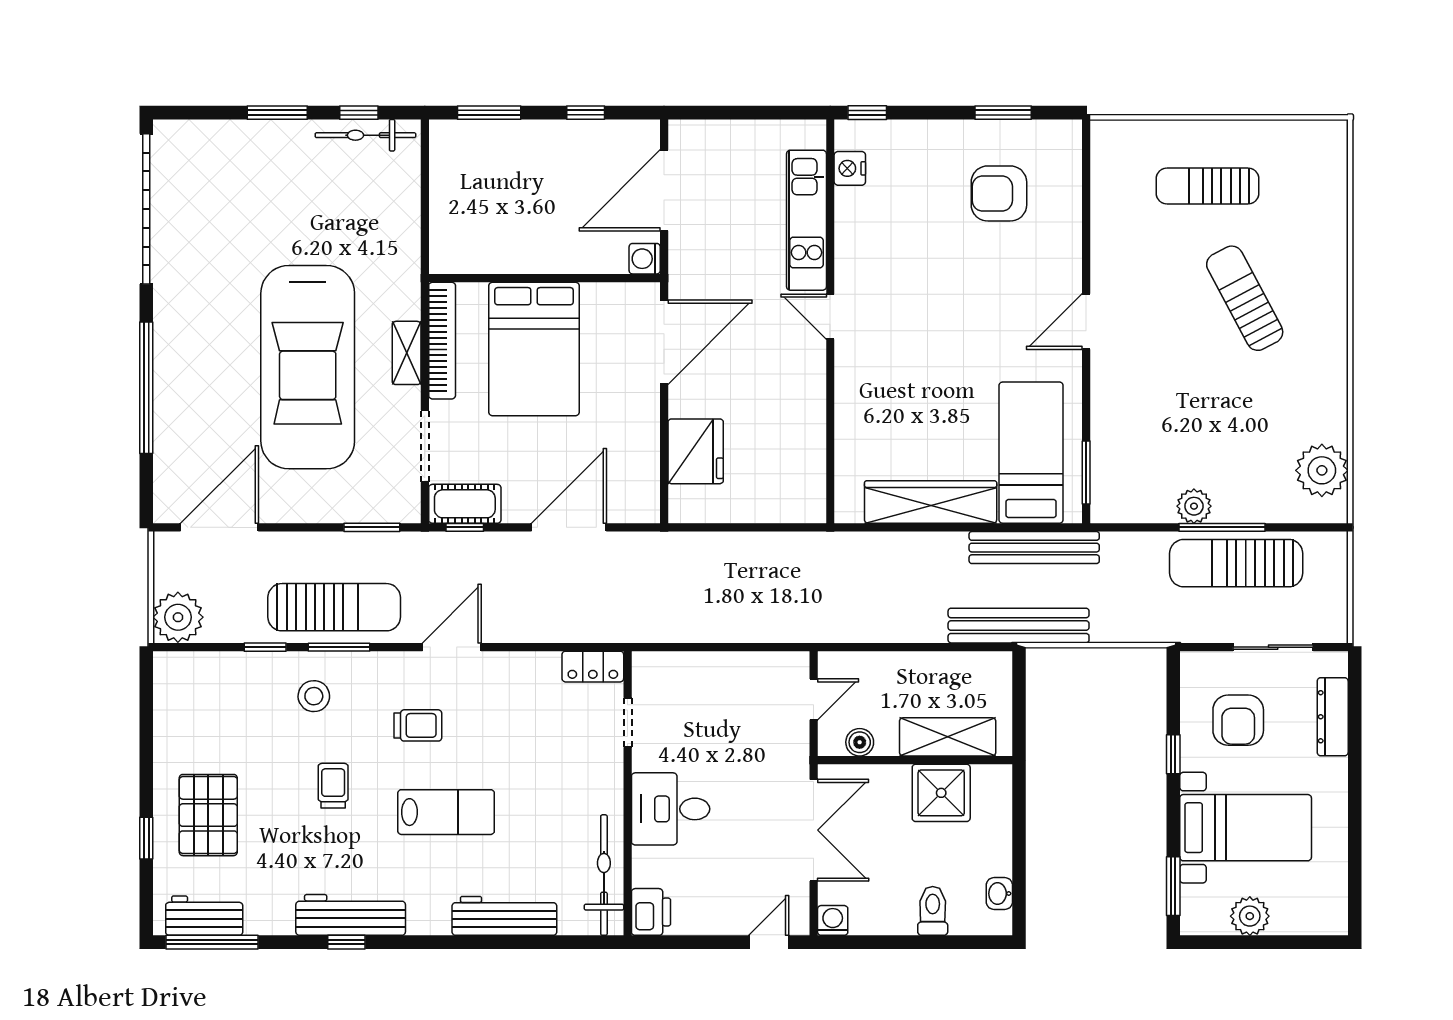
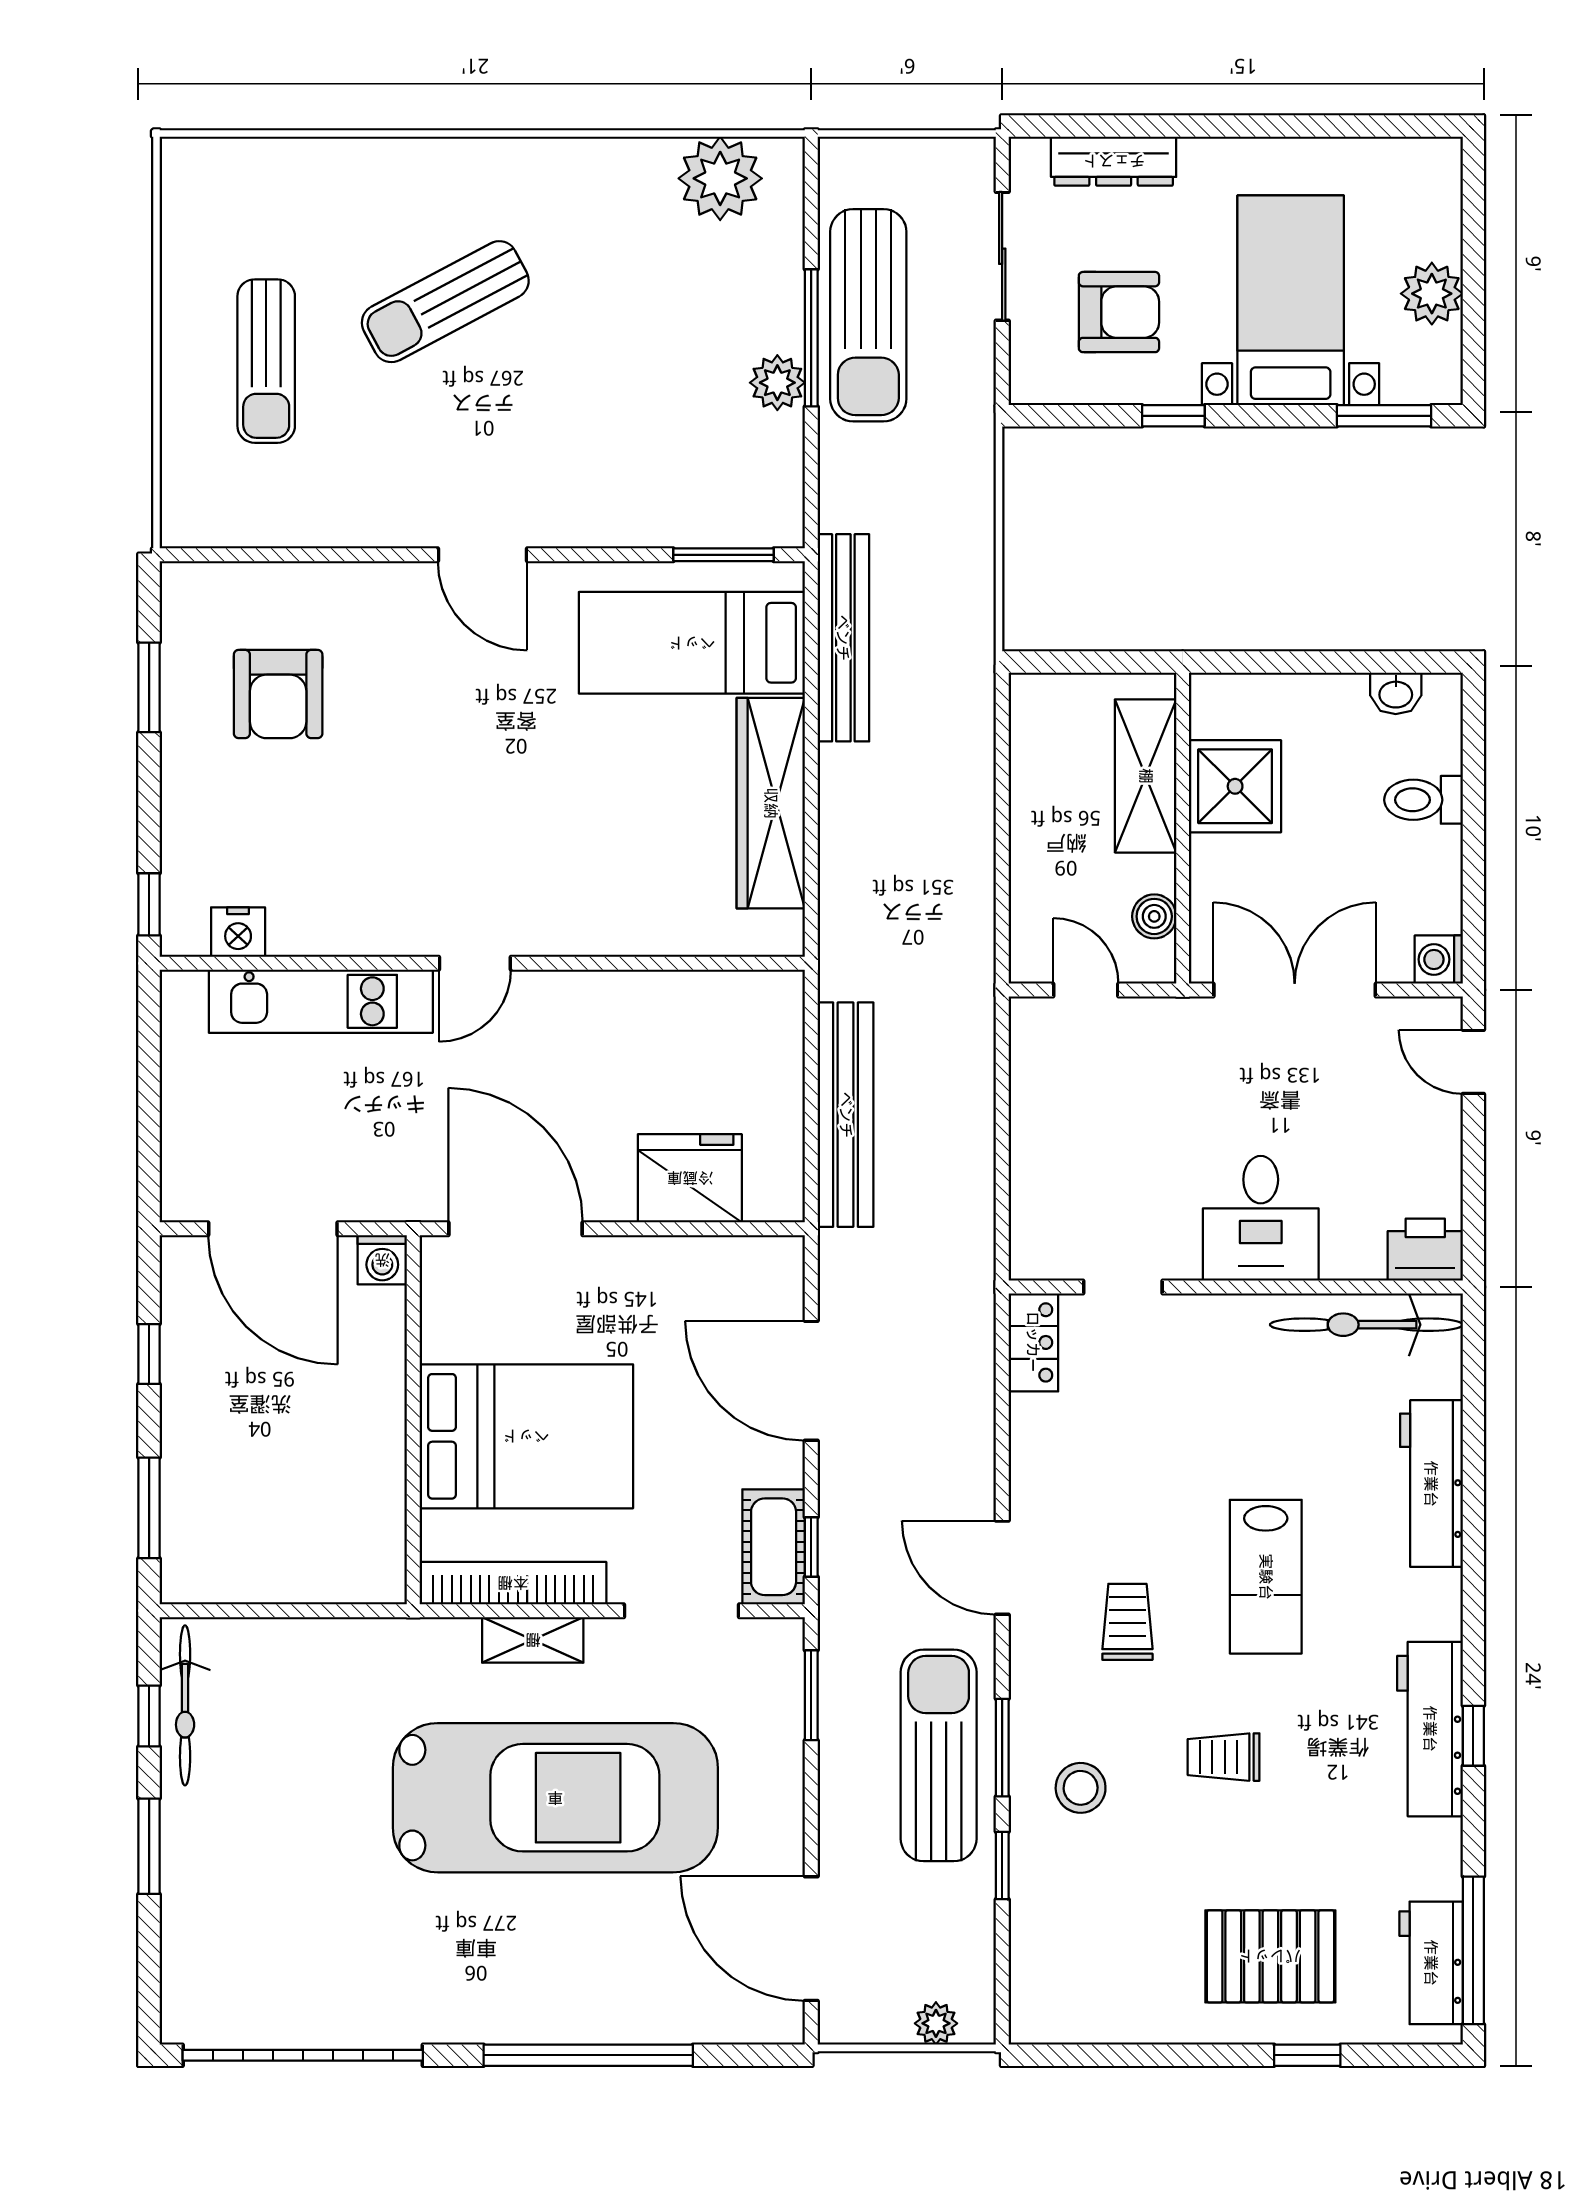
plant: (178, 617) -> (936, 2023), width x0.53, depth x0.53
bench: (1019, 626) -> (846, 1115), moved
lab bench: (446, 812) -> (1266, 1577), turned 180

